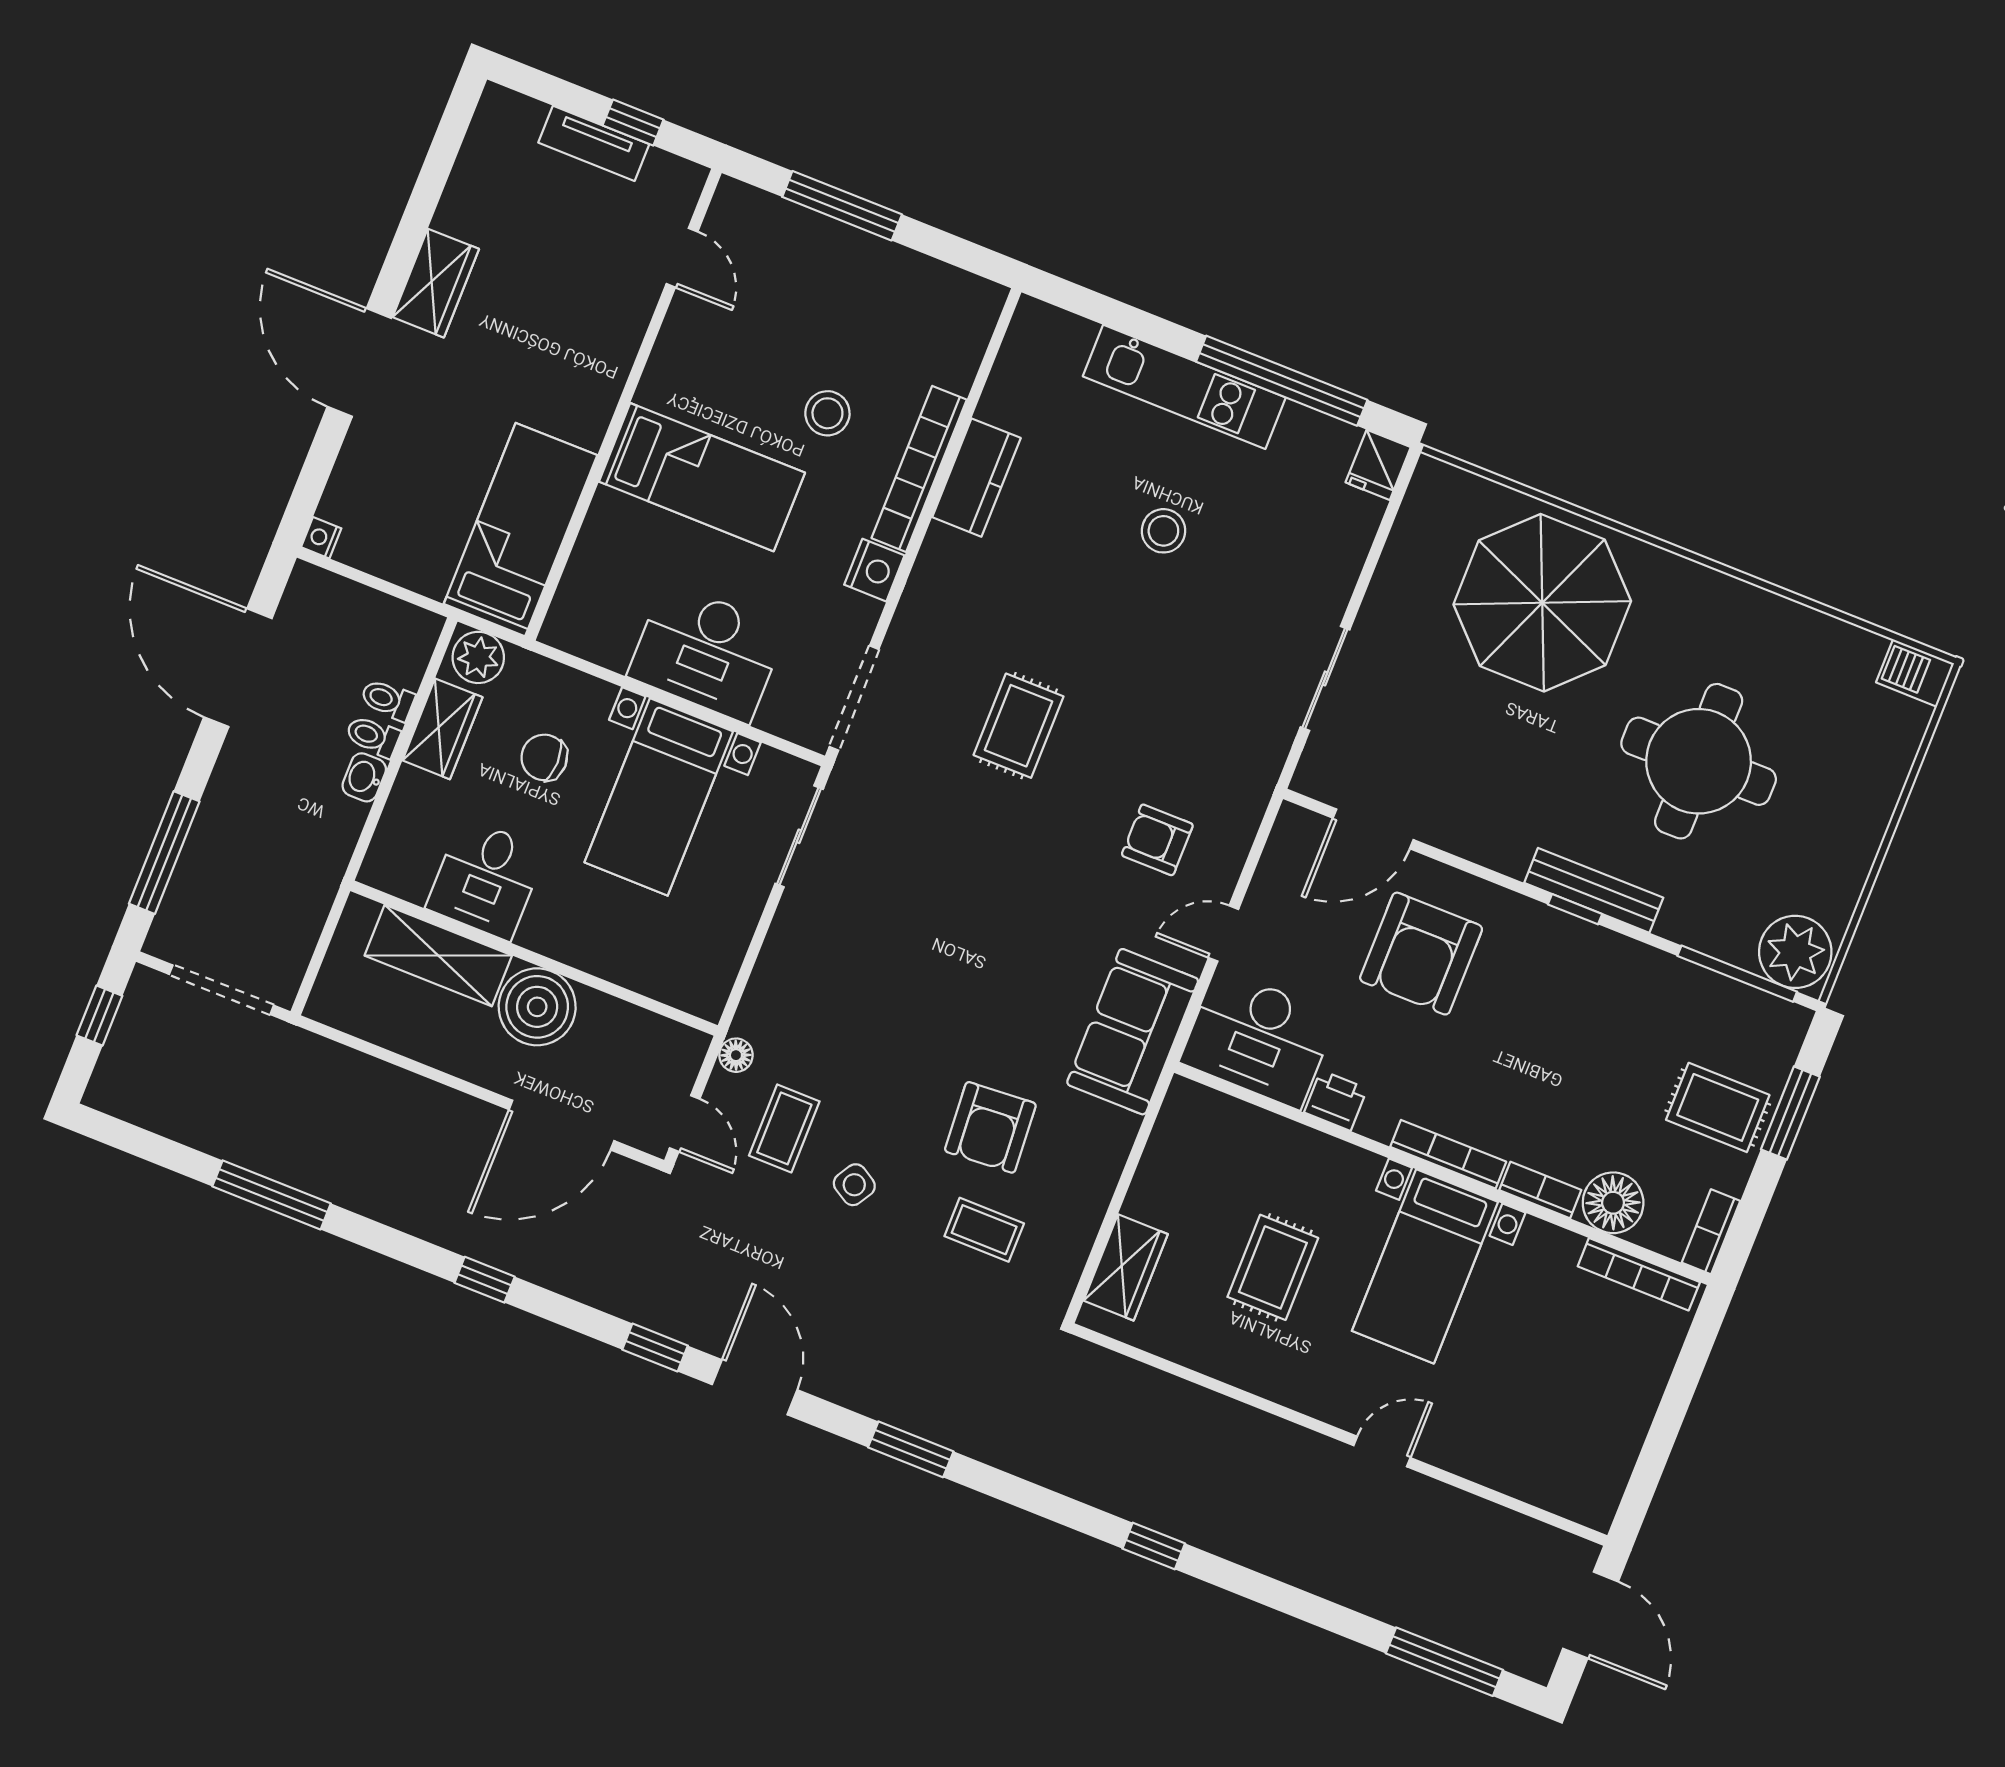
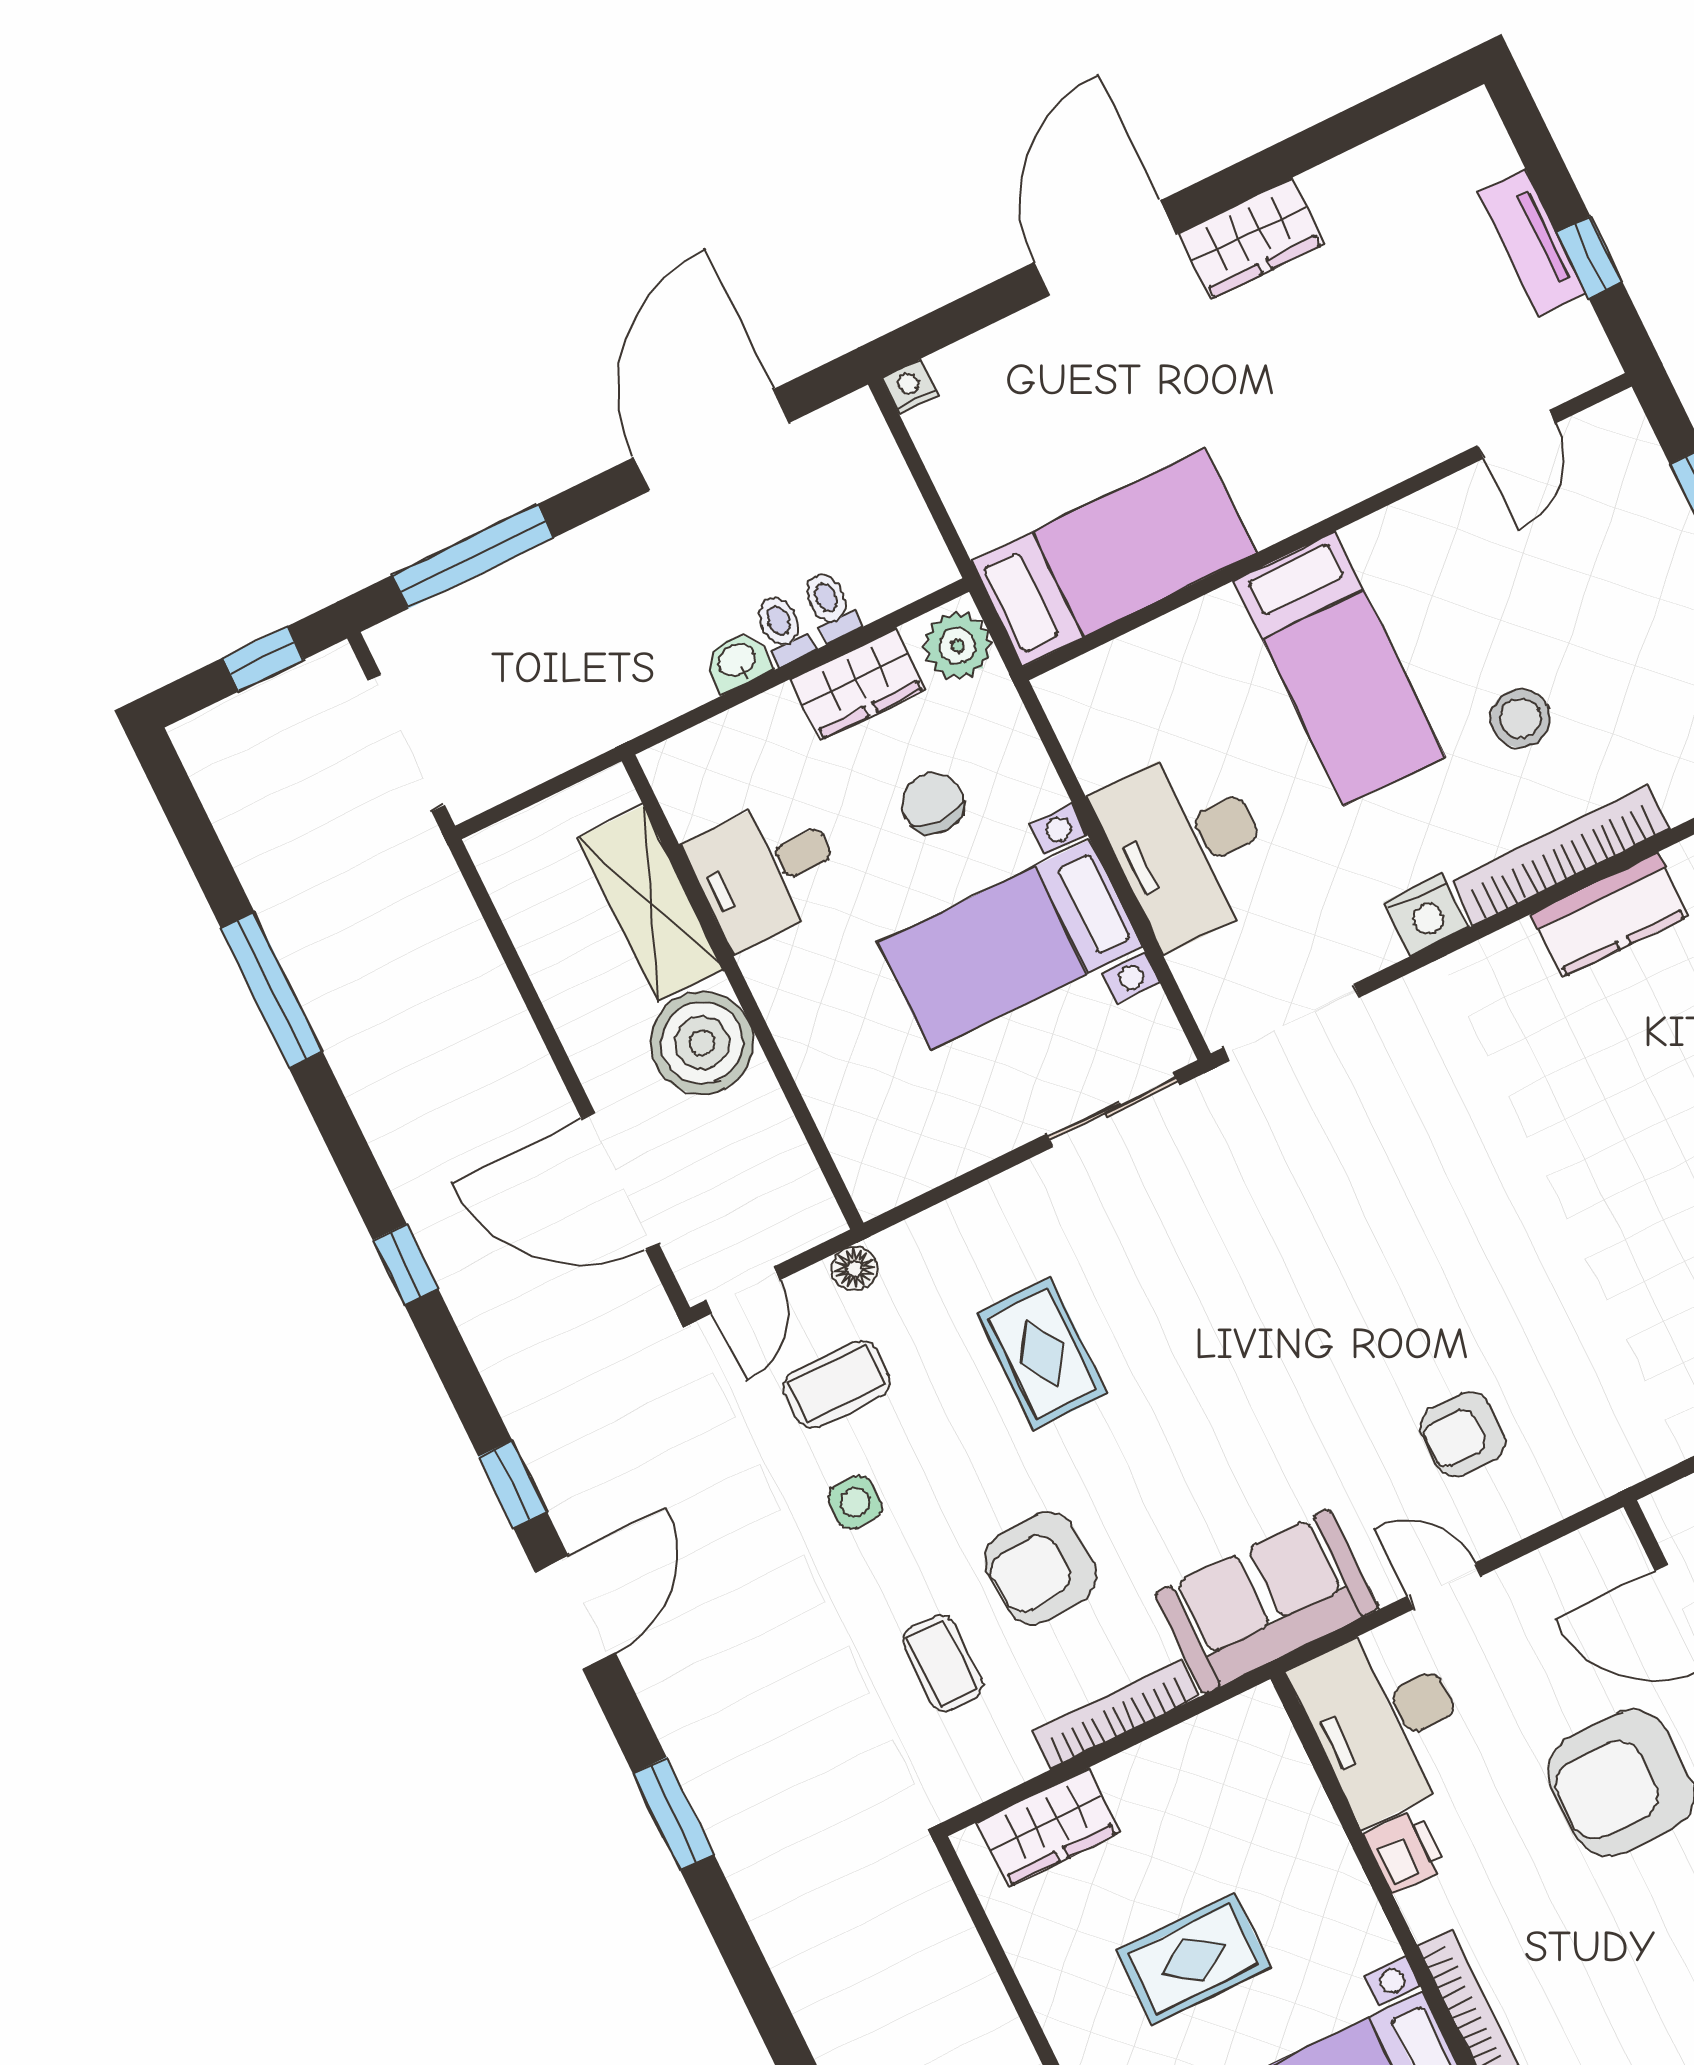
rug: (1019, 726) -> (1042, 1354), moved, turned 90
armchair: (1157, 840) -> (1463, 1434), turned -90
bookcase: (1106, 1171) -> (1116, 1714), added
side table: (854, 1185) -> (855, 1502), turned -31

